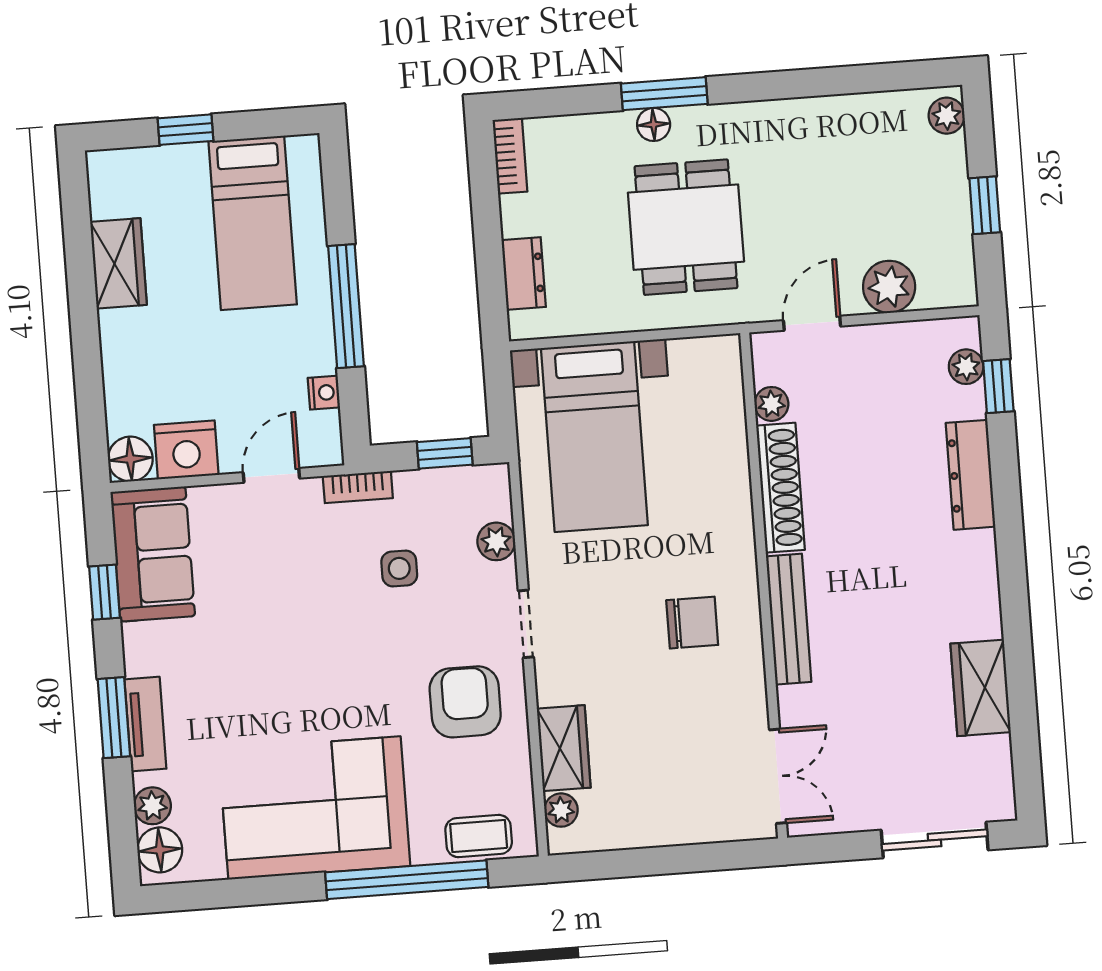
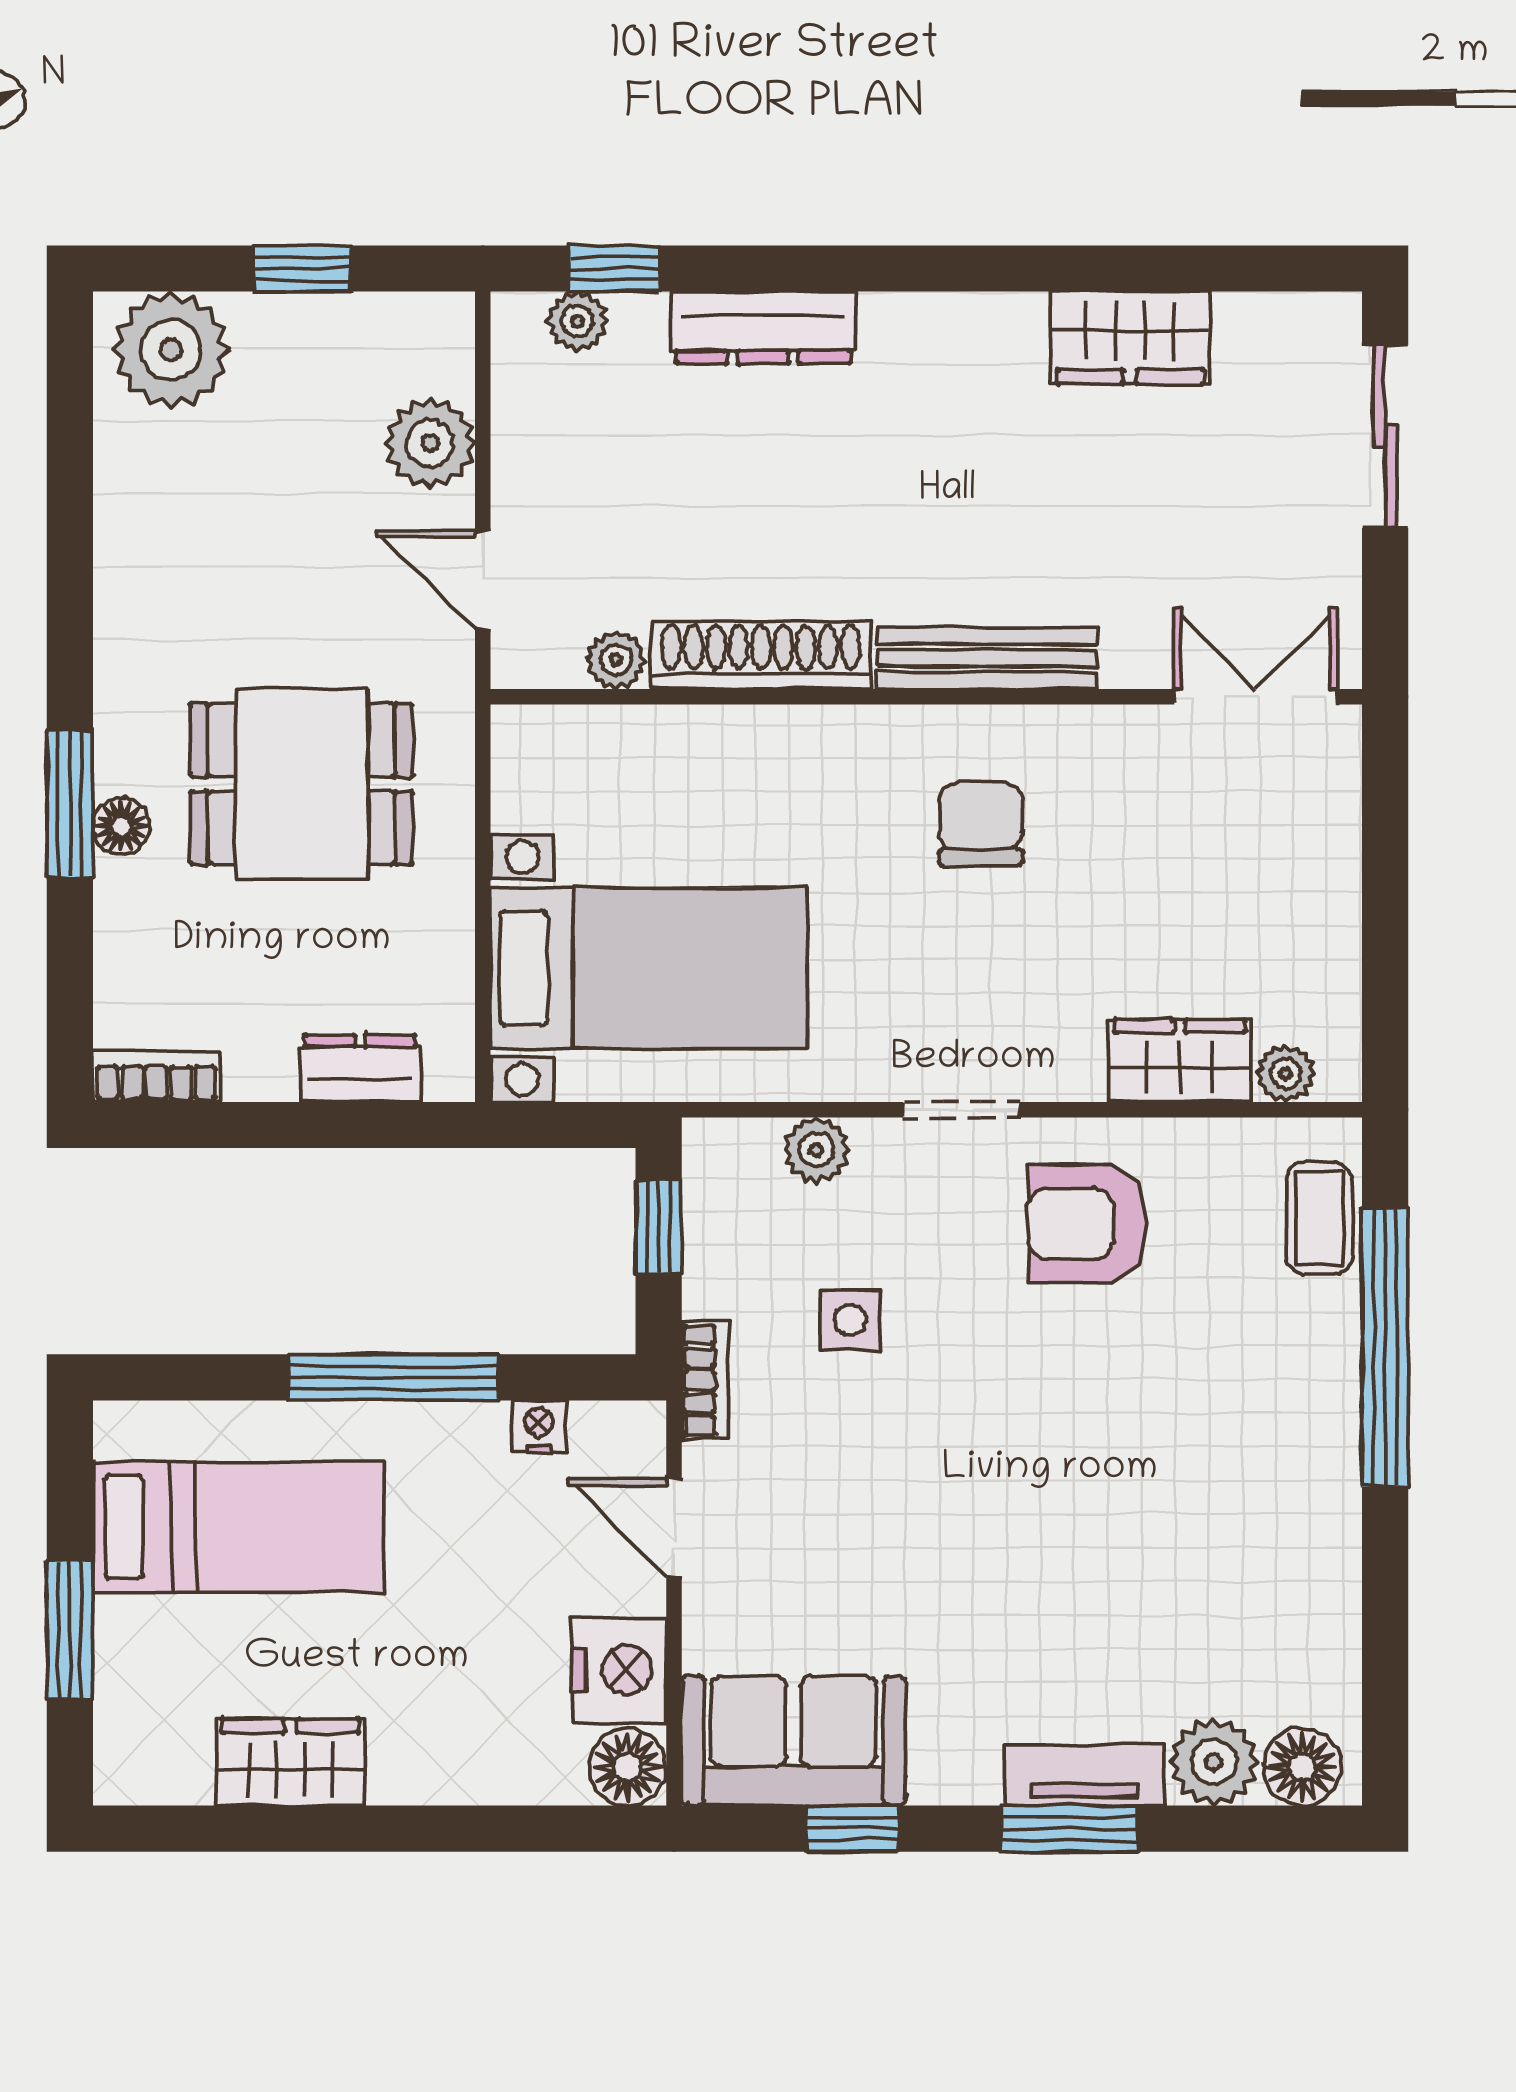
plant: (947, 116) -> (171, 350), width x1.88, depth x1.88
window: (185, 130) -> (70, 1630), width x1.50
plant: (152, 806) -> (1214, 1762), width x1.38, depth x1.38
corner sofa: (314, 808) -> (1250, 1496), removed

